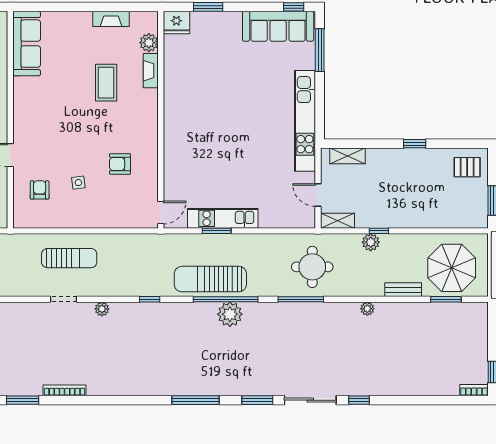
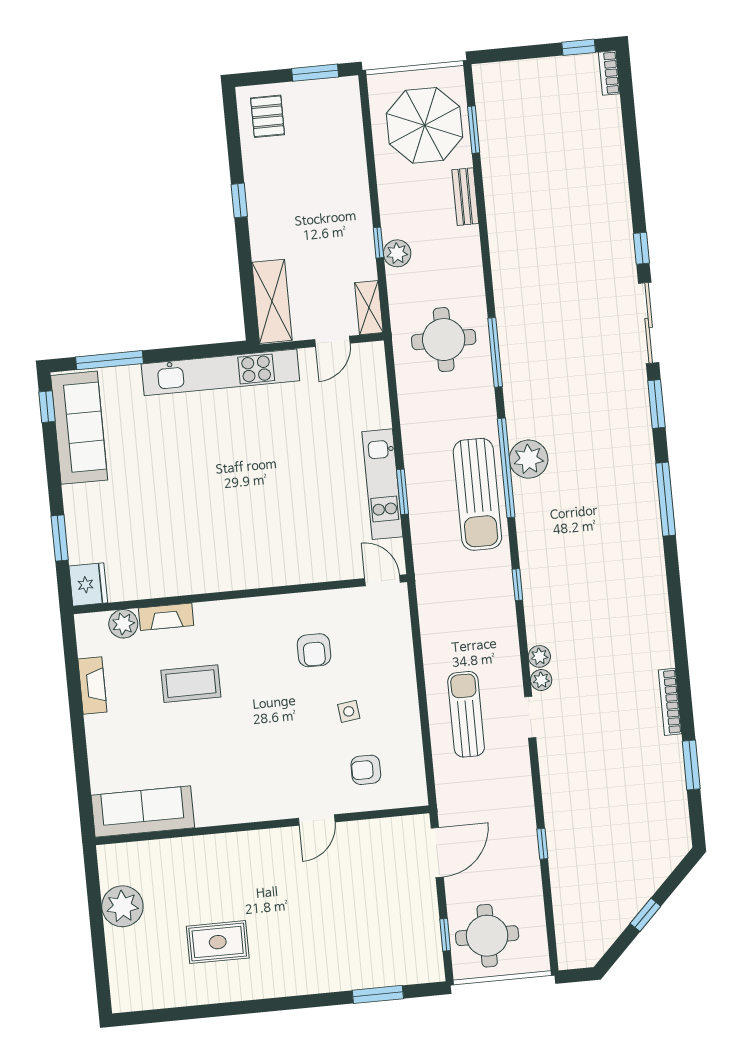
shelving: (348, 156) -> (272, 301), width x1.50, depth x1.33
plant: (367, 309) -> (541, 680), moved

